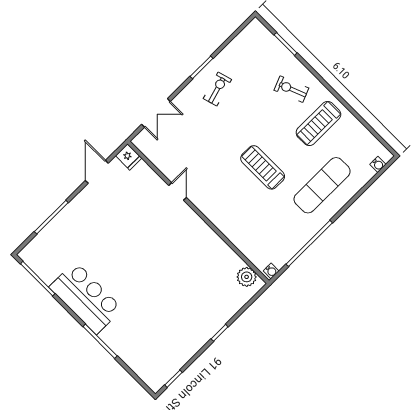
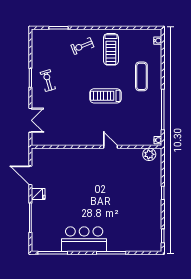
fridge: (129, 157) -> (38, 194), moved
exercise mat: (322, 185) -> (141, 76), width x0.73, depth x0.69
door: (178, 191) -> (110, 147), moved

